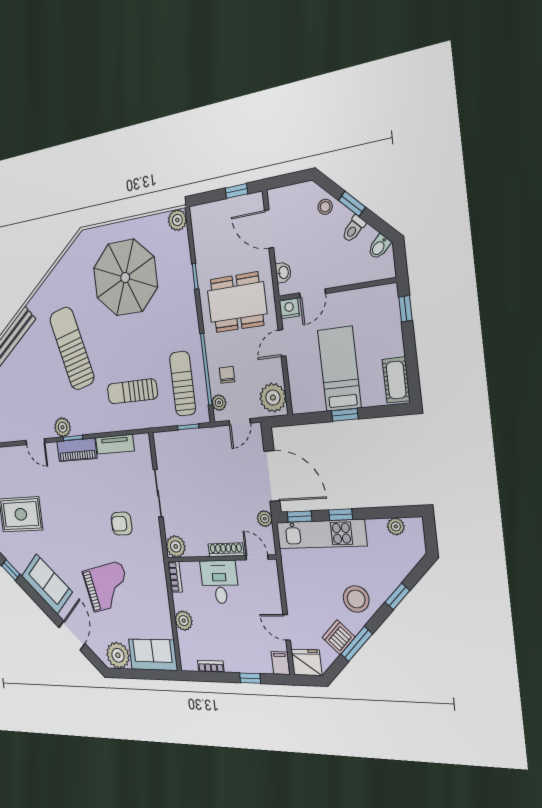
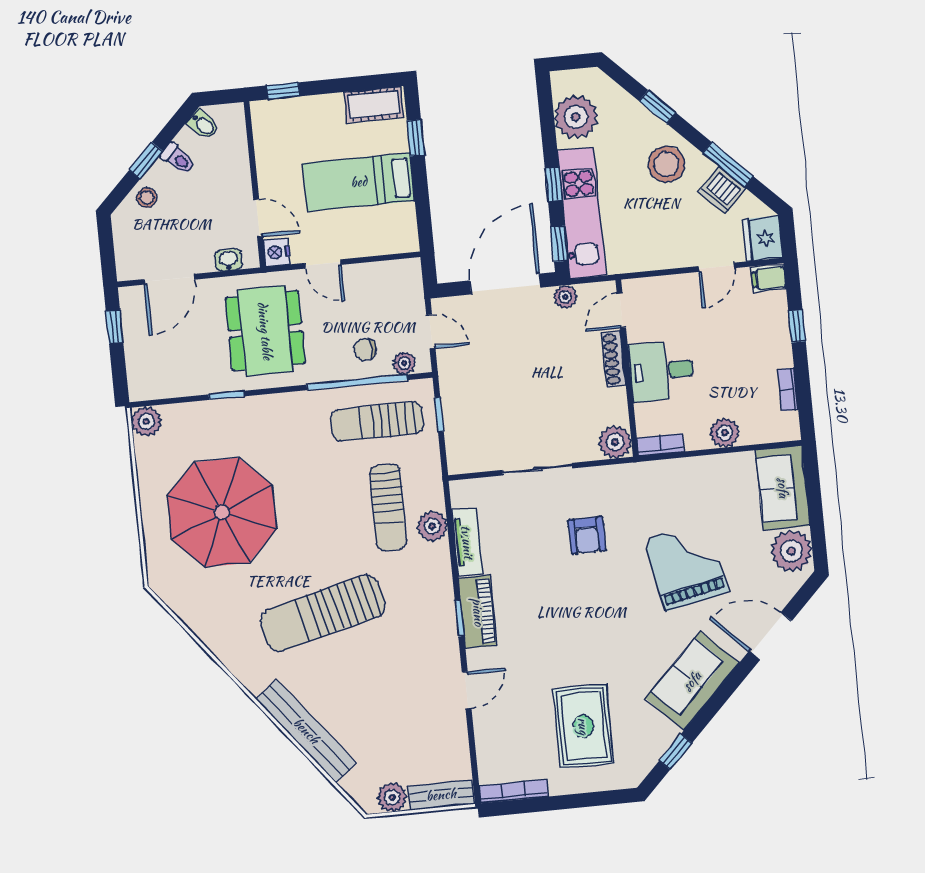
plant: (273, 398) -> (397, 280), removed
window: (345, 415) -> (416, 138), moved
plant: (63, 427) -> (432, 526), moved
plant: (396, 526) -> (576, 117), width x1.88, depth x1.88

